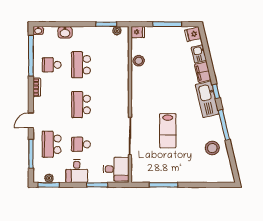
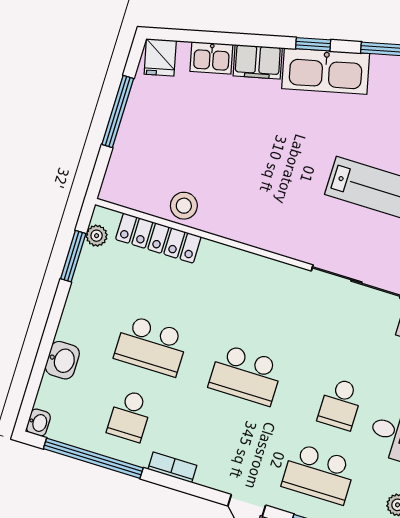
fridge: (138, 32) -> (115, 187), removed
locker: (123, 55) -> (158, 238), added

